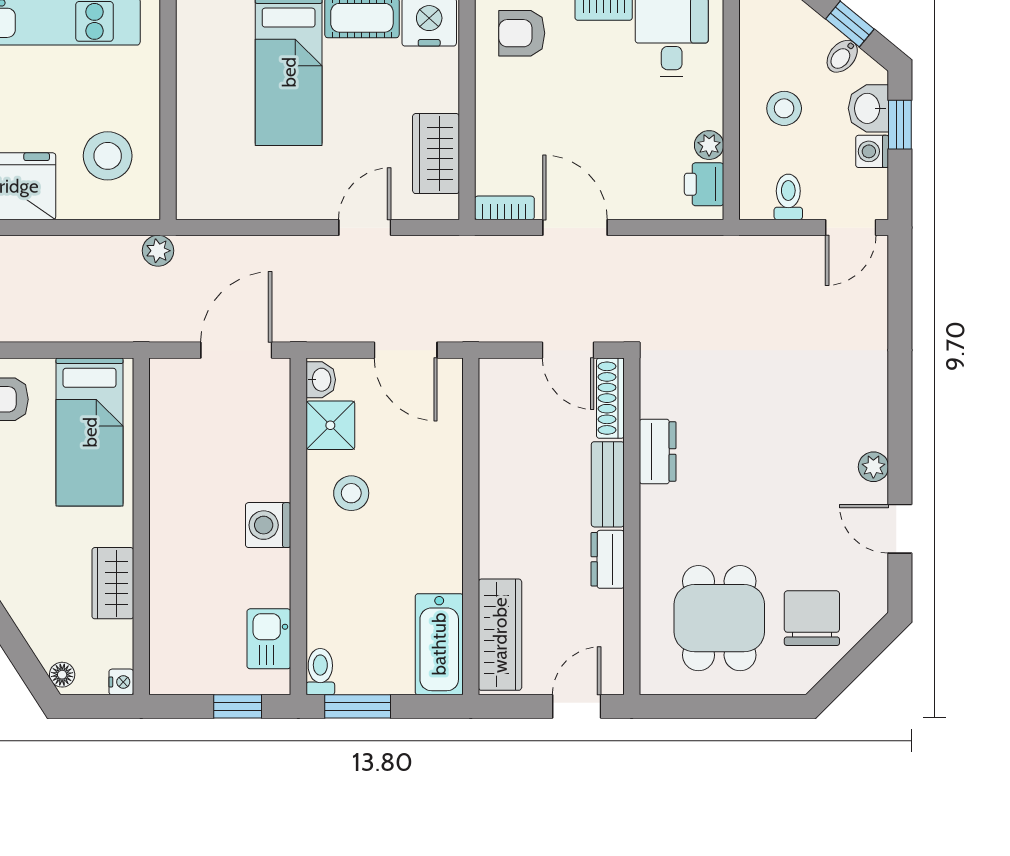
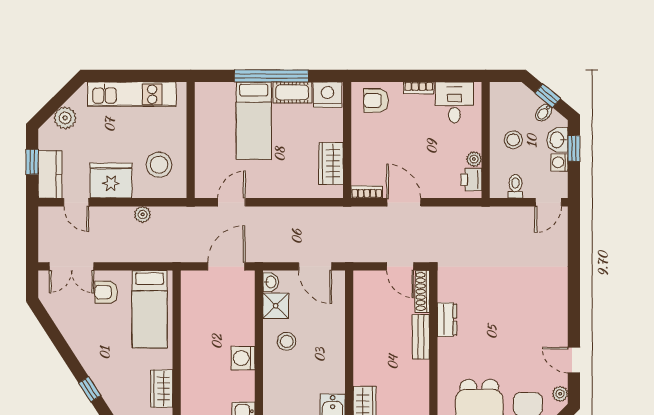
door: (365, 228) -> (232, 202), moved
plant: (158, 251) -> (143, 214), moved
plant: (873, 467) -> (560, 394), moved
dresser: (608, 559) -> (421, 376), removed

